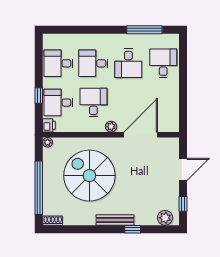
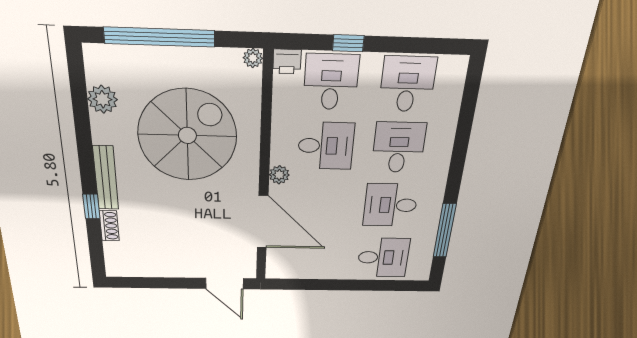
door: (183, 169) -> (225, 284), moved
window: (183, 204) -> (143, 283), removed
plant: (165, 218) -> (103, 99), moved
shoe rack: (53, 221) -> (109, 226), moved

